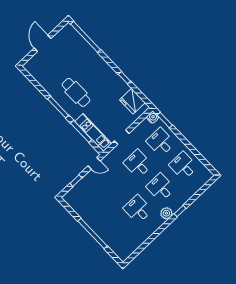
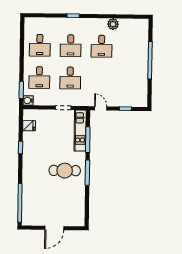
cafe table: (76, 92) -> (65, 171), turned 90
fridge: (132, 101) -> (29, 126), width x0.53, depth x0.75
plant: (166, 213) -> (113, 24), moved

